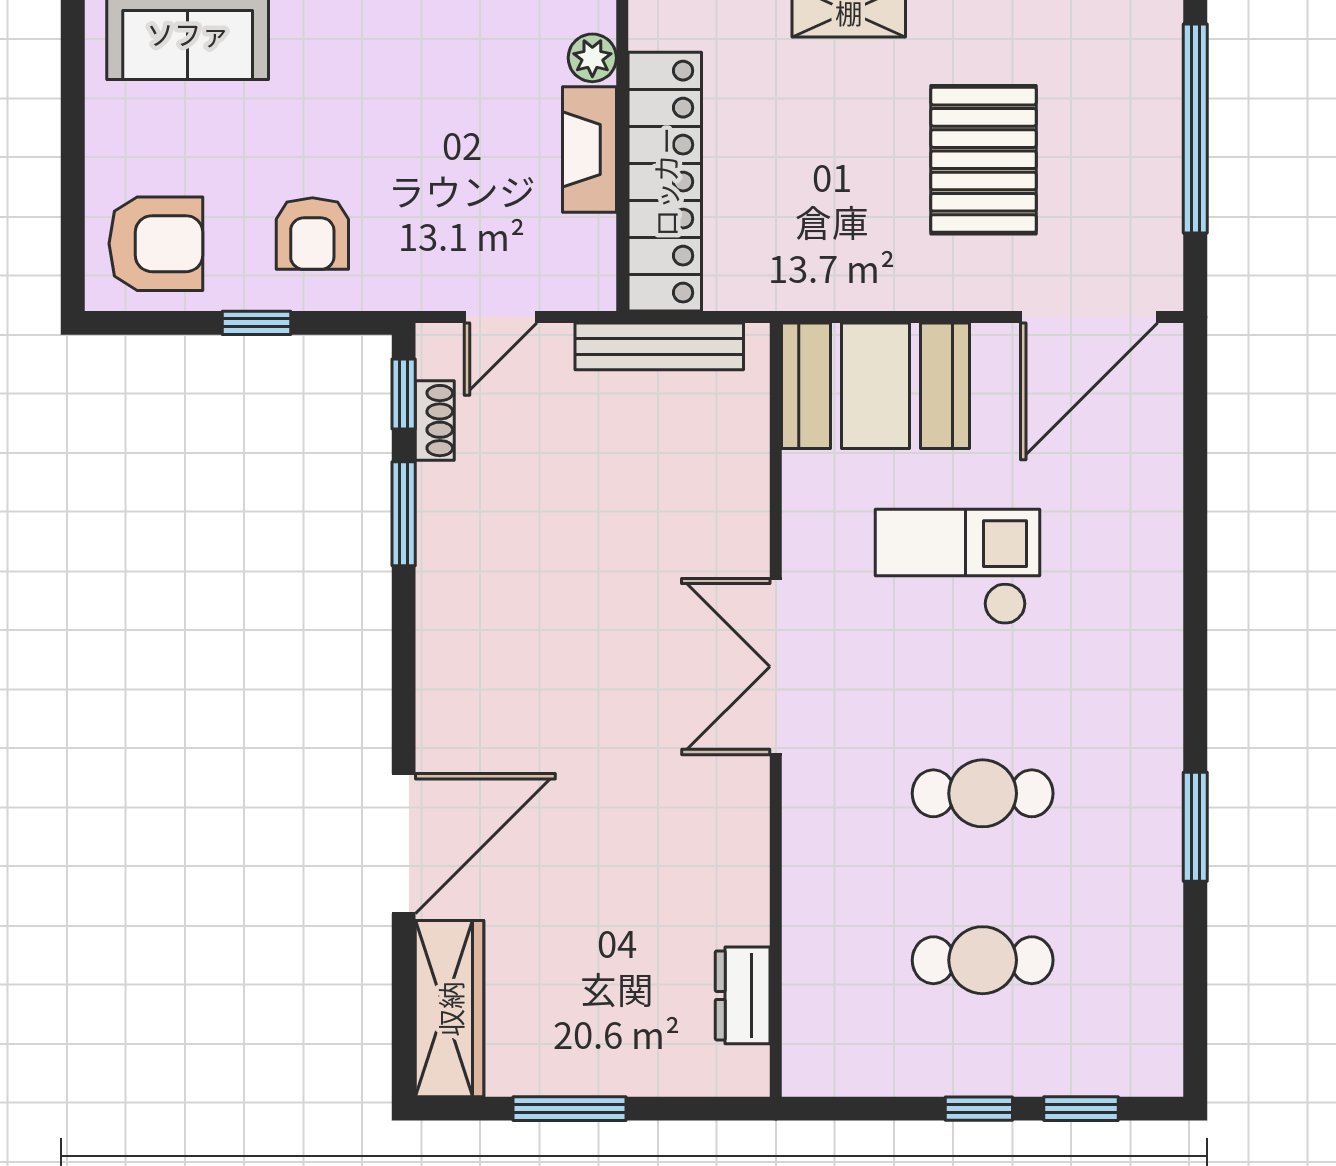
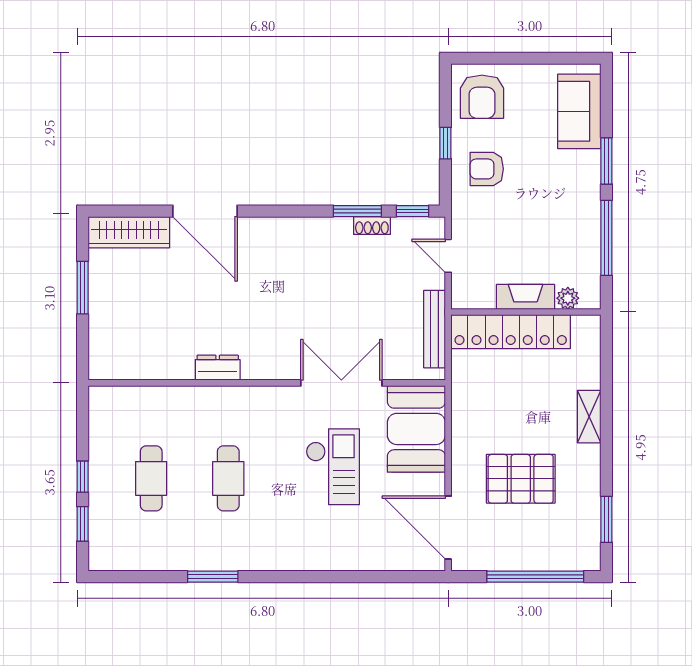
shoe rack: (435, 421) -> (372, 225), moved
double door: (776, 667) -> (341, 383), moved
dresser: (743, 995) -> (218, 368), moved

